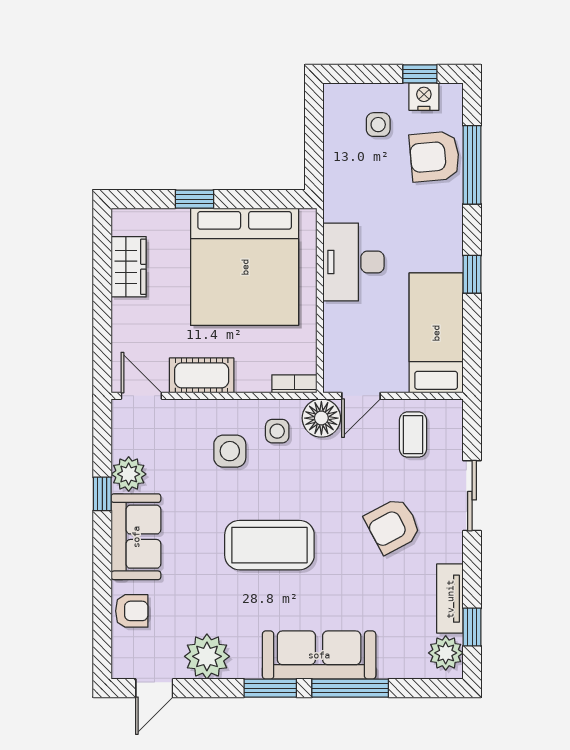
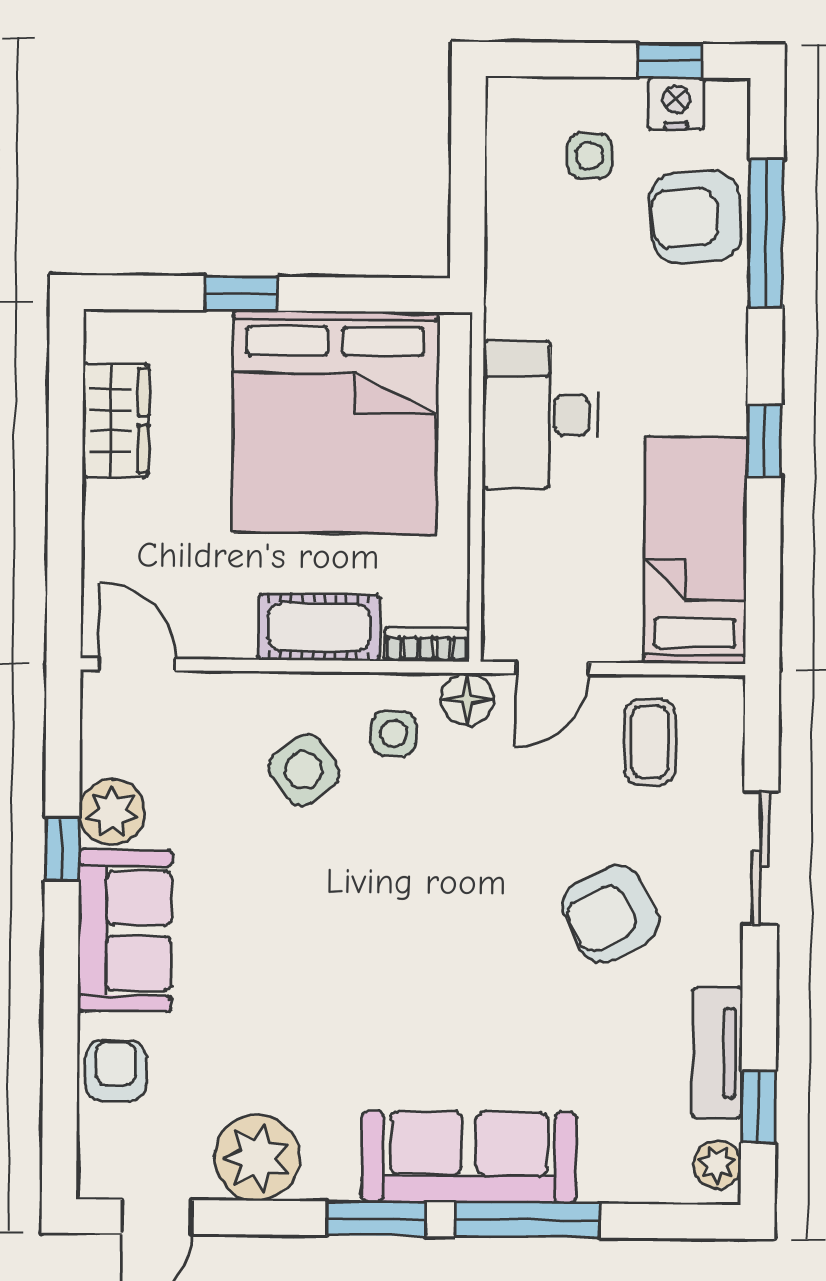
cot: (202, 375) -> (319, 627), moved
floor lamp: (321, 418) -> (467, 699), width x0.73, depth x0.73
side table: (230, 451) -> (304, 770), turned -37
coffee table: (269, 545) -> (377, 948), removed
armchair: (132, 611) -> (116, 1071), turned -90
plant: (446, 653) -> (717, 1164), width x0.73, depth x0.73

